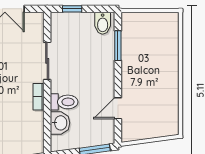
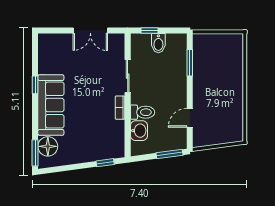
bidet: (103, 23) -> (158, 43), moved

